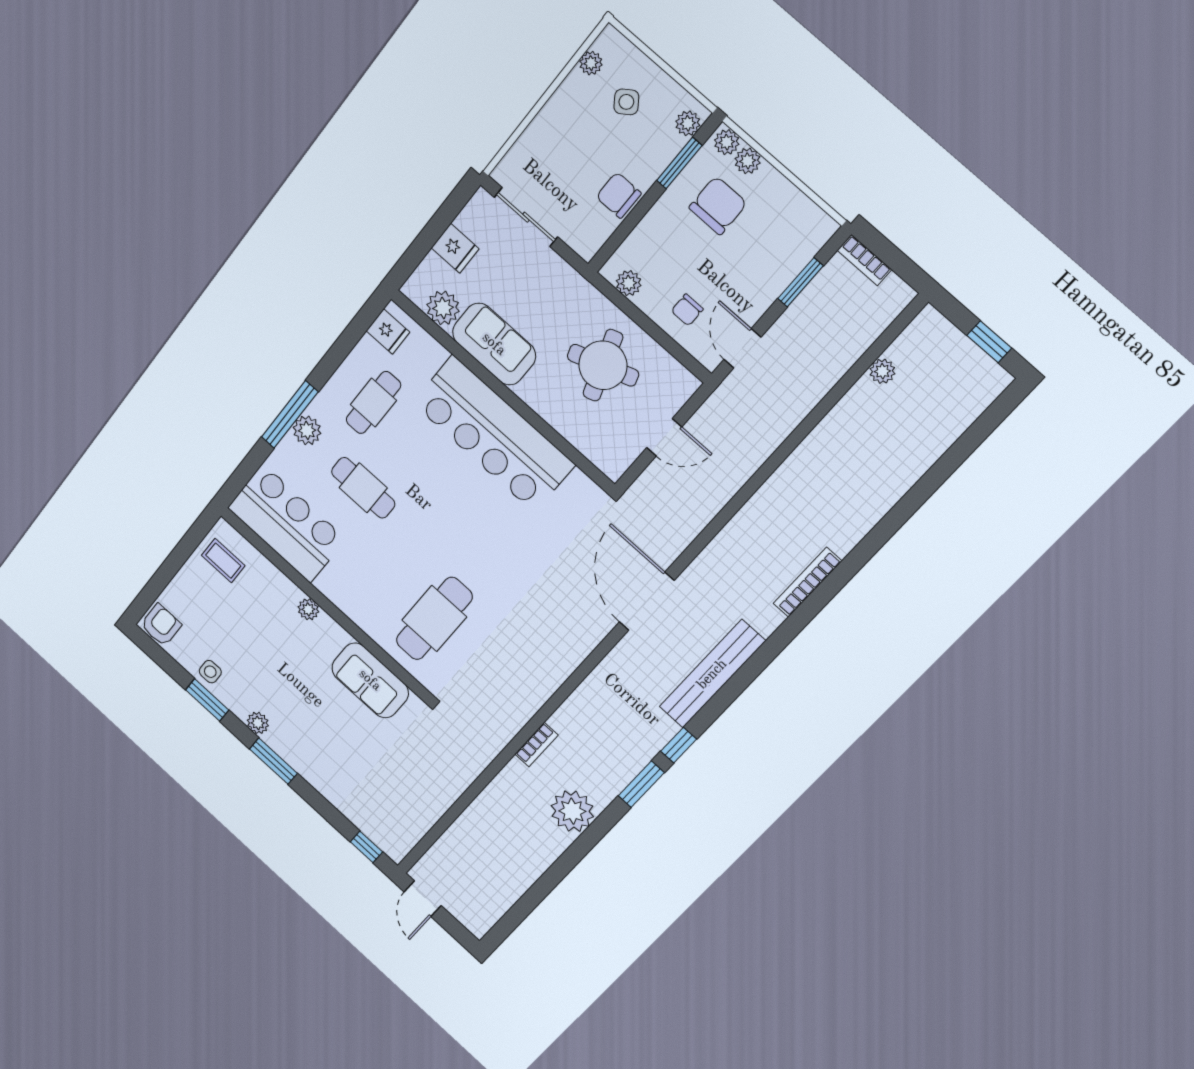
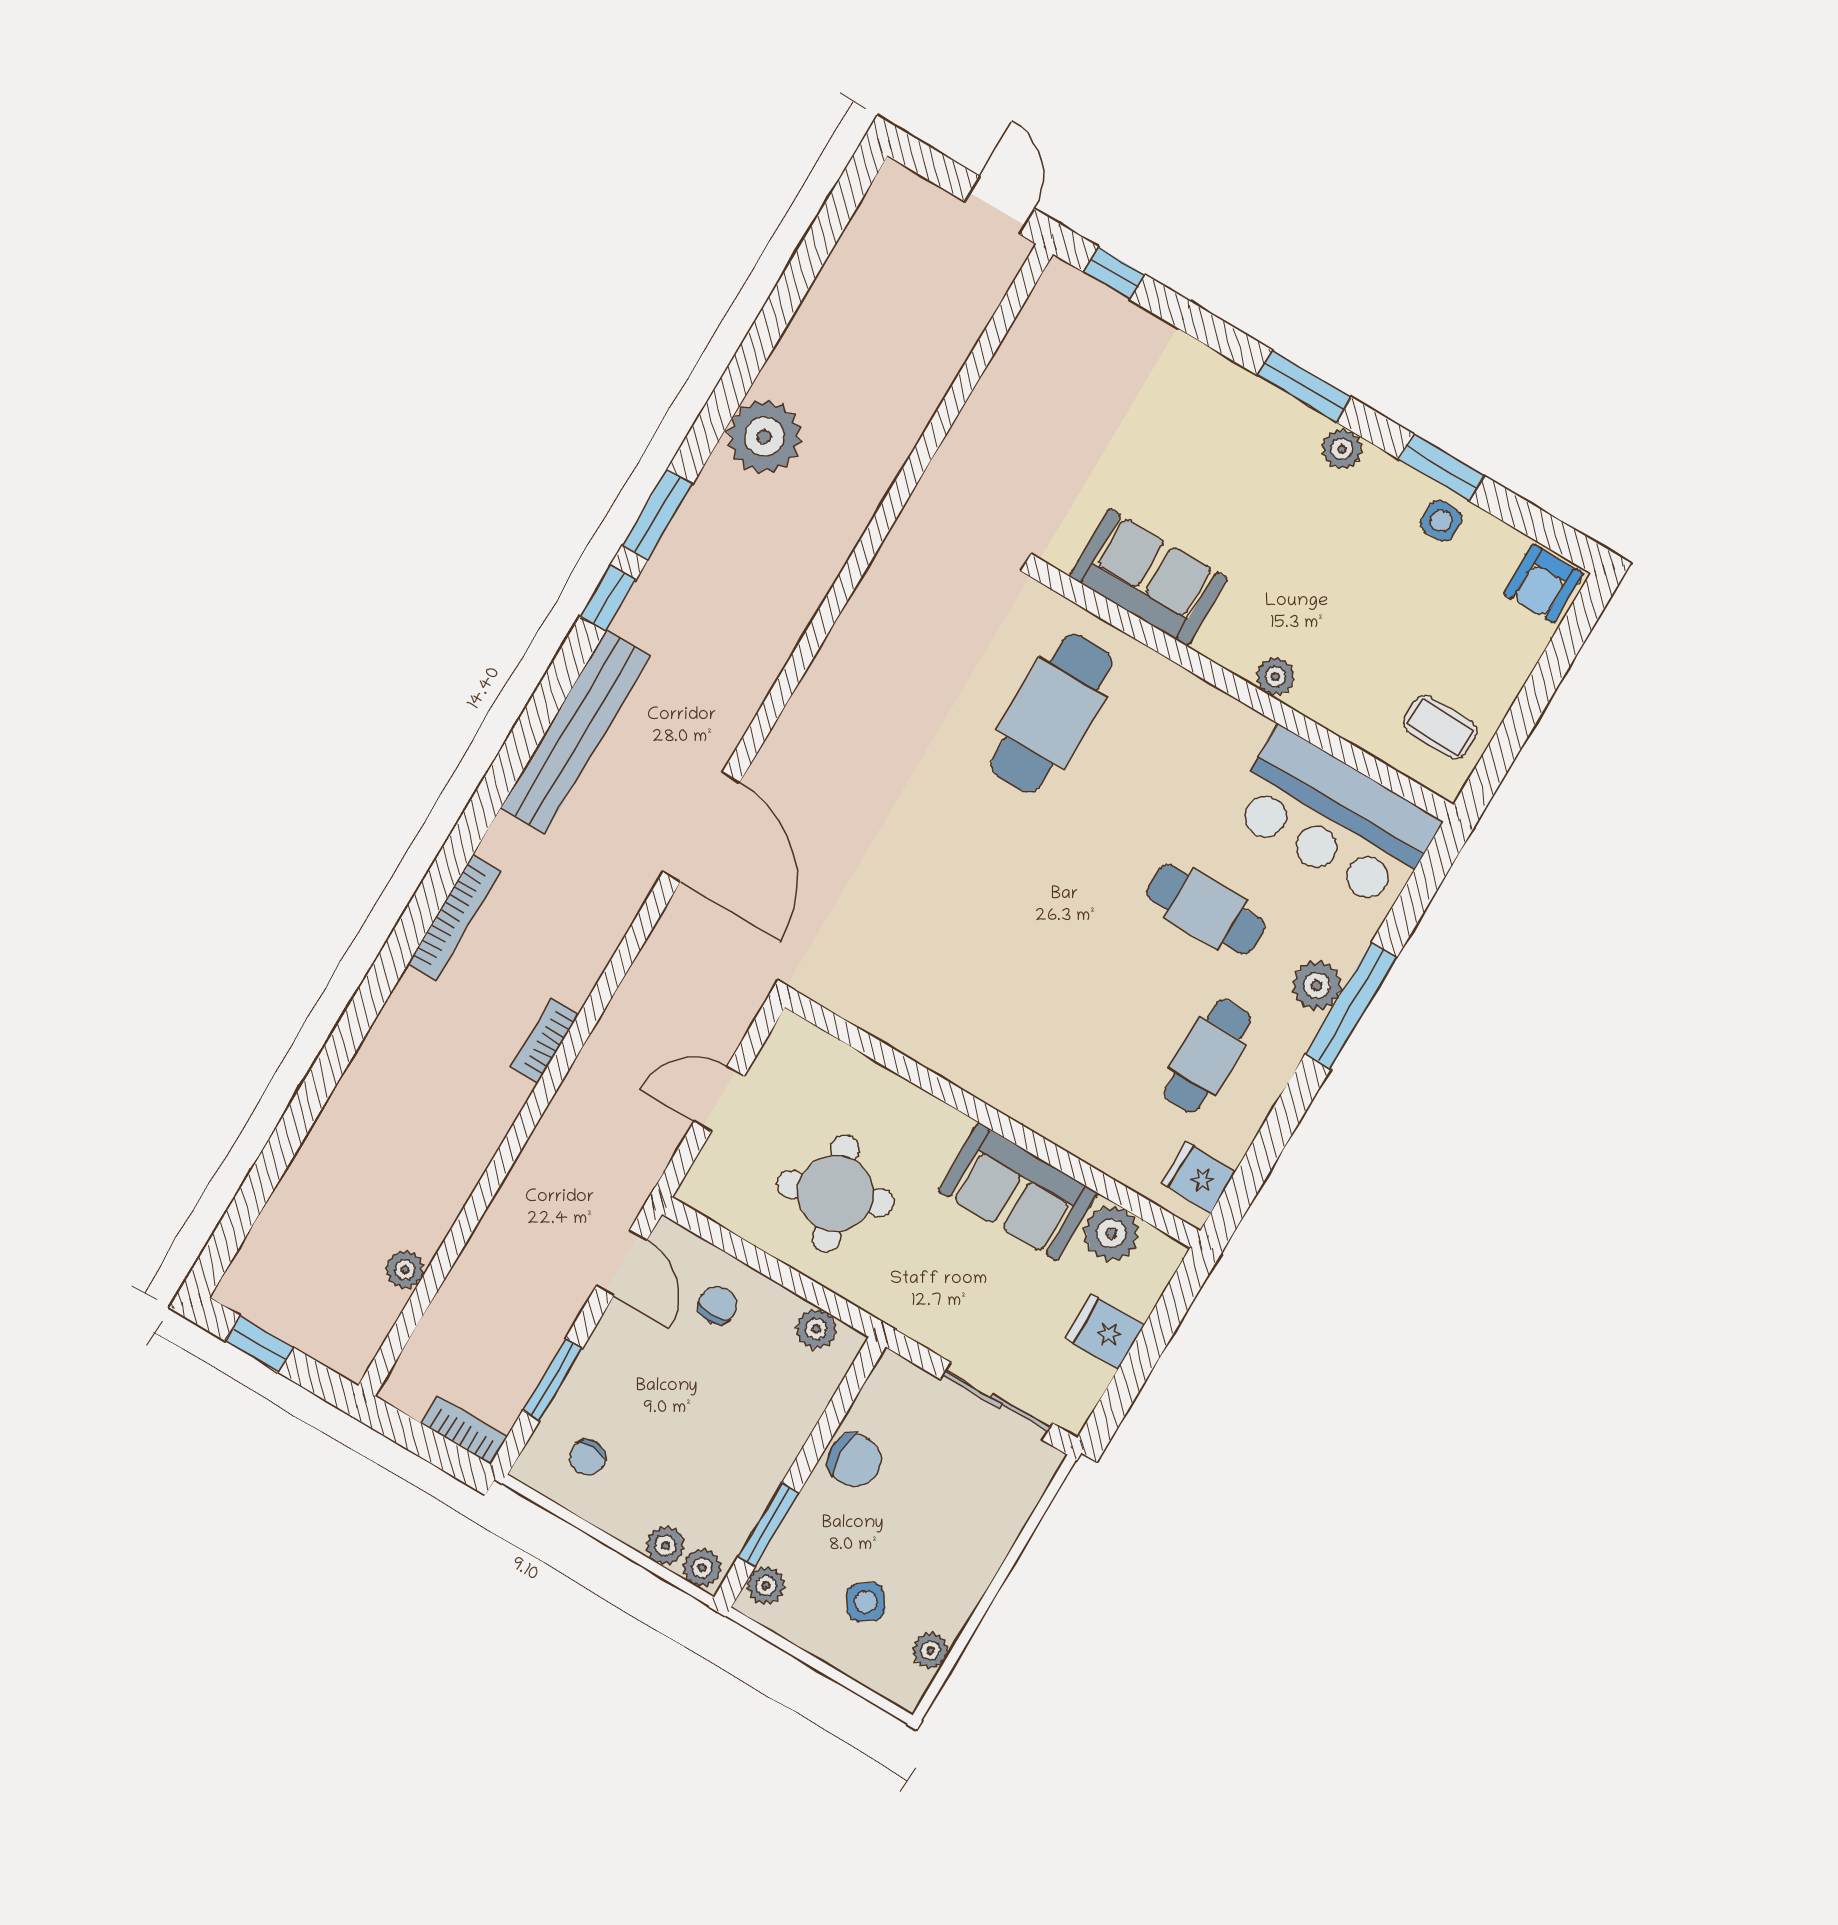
chair: (718, 205) -> (587, 1458), moved, width x0.54, depth x0.54
bar counter: (493, 434) -> (997, 1046), removed
bookcase: (536, 745) -> (545, 1040), moved

